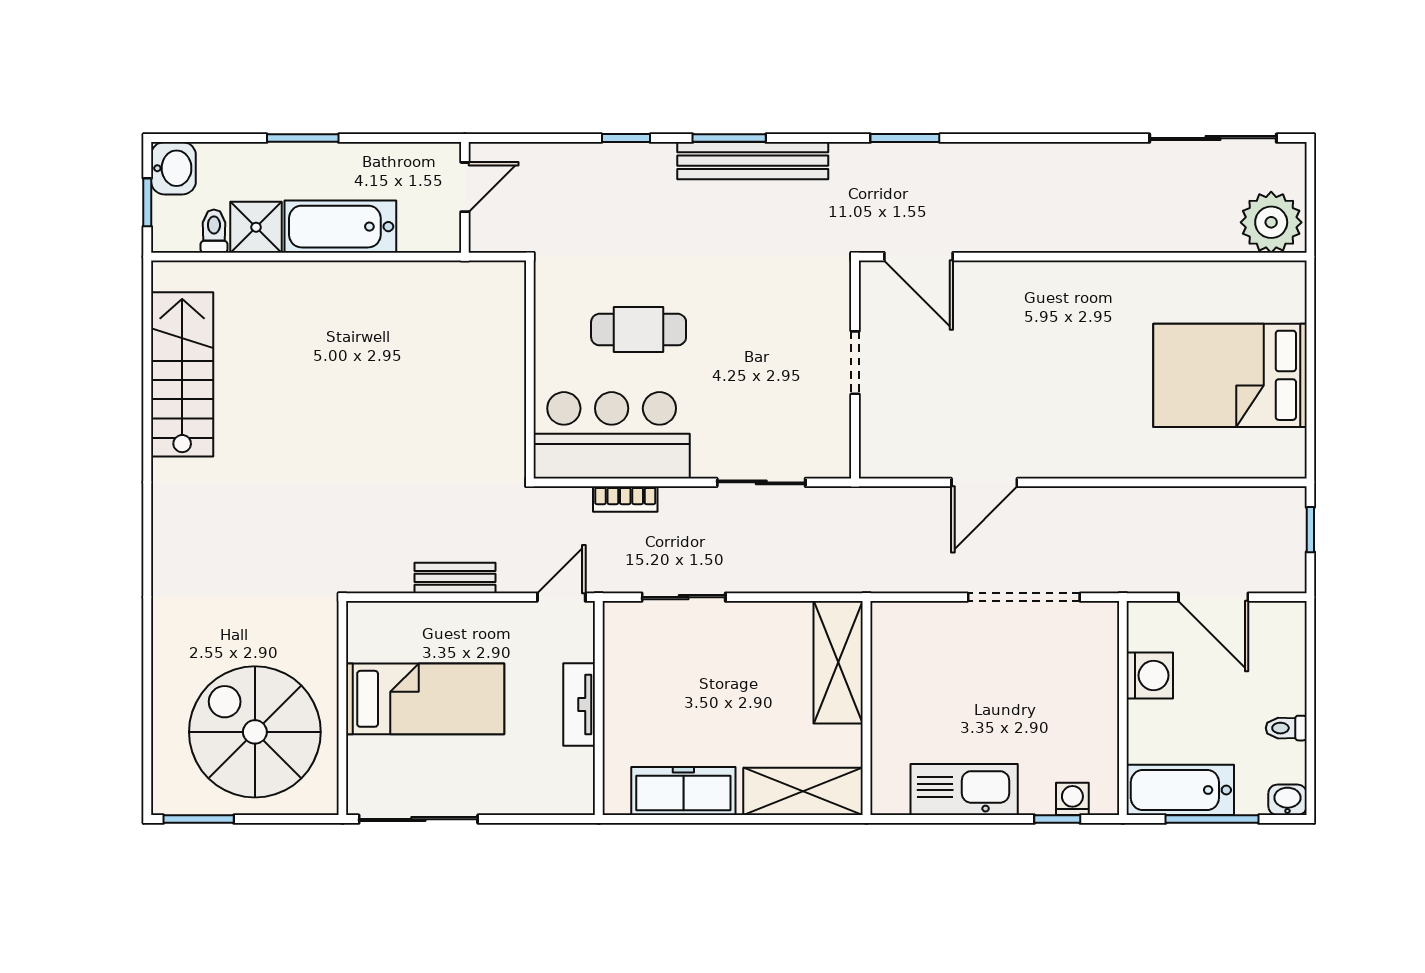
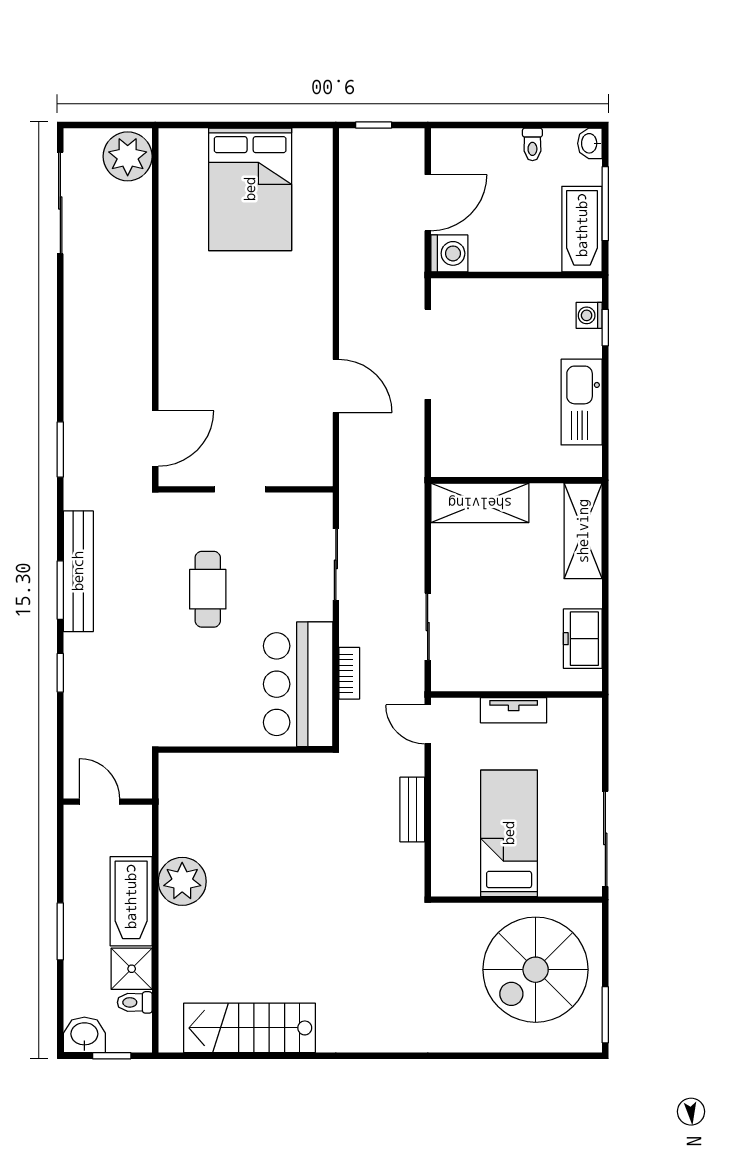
plant: (365, 290) -> (182, 881), added
cafe table: (639, 330) -> (208, 589), moved
washing machine: (1150, 675) -> (449, 253), moved, turned 90
freezer: (683, 791) -> (583, 639), width x0.71

